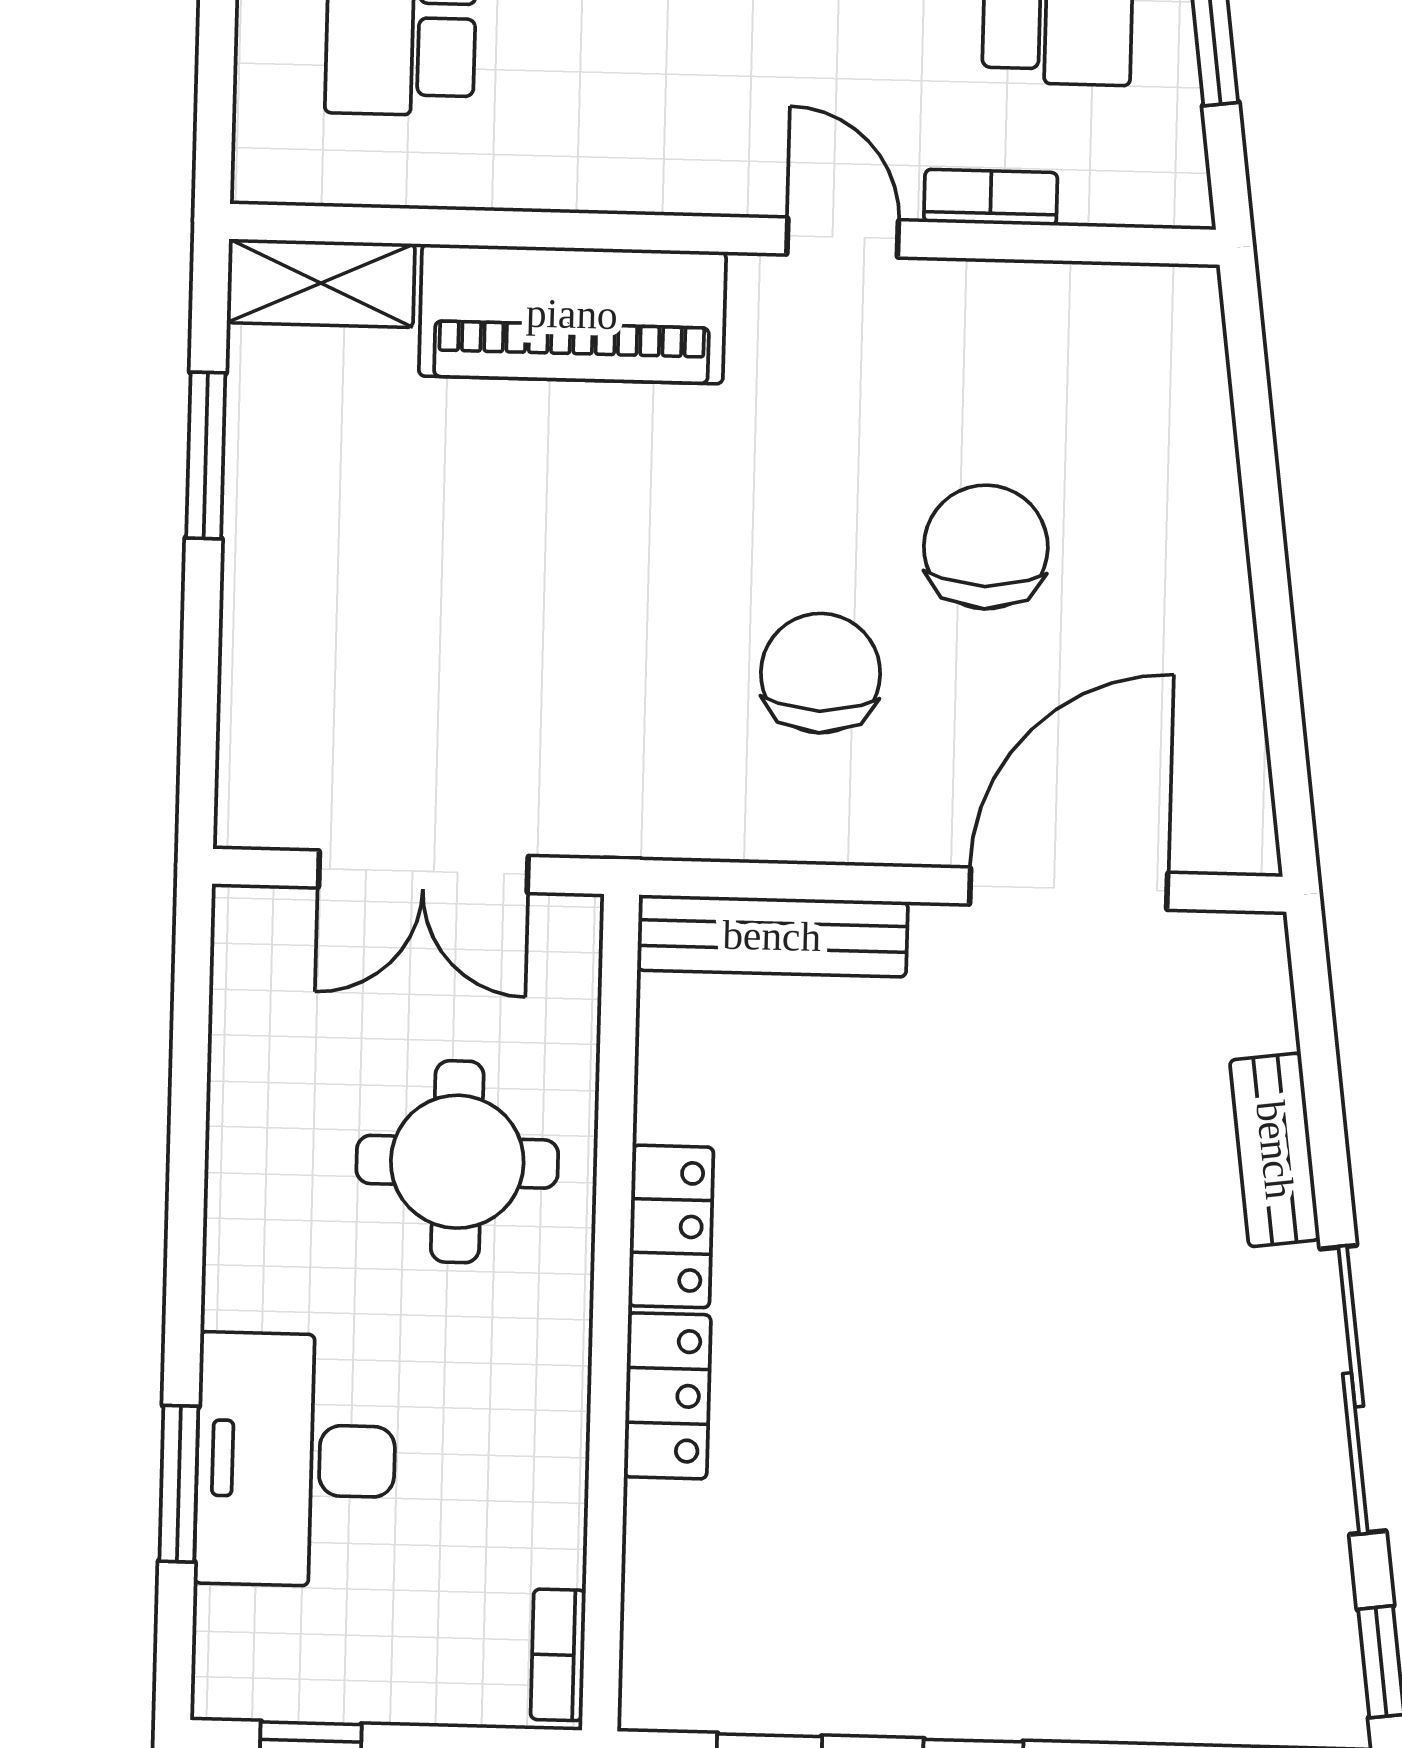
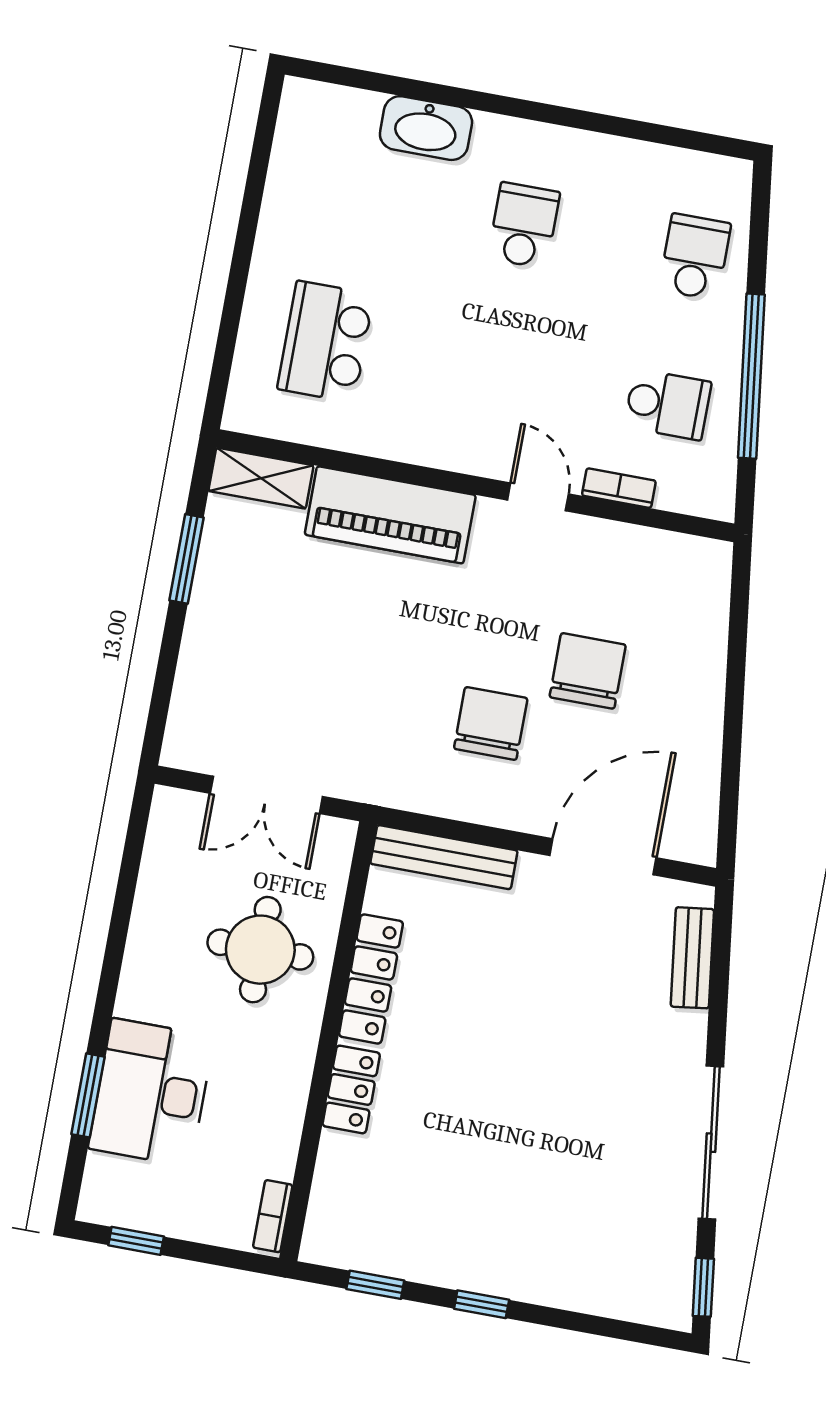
bench: (1275, 1150) -> (692, 958), moved
locker: (671, 1226) -> (371, 979), width x1.53

